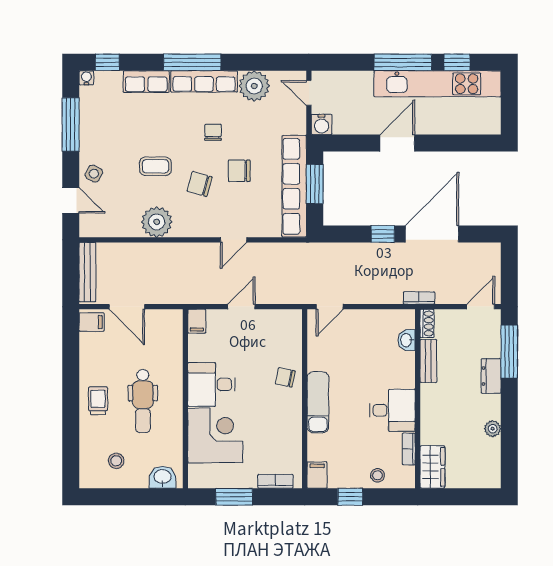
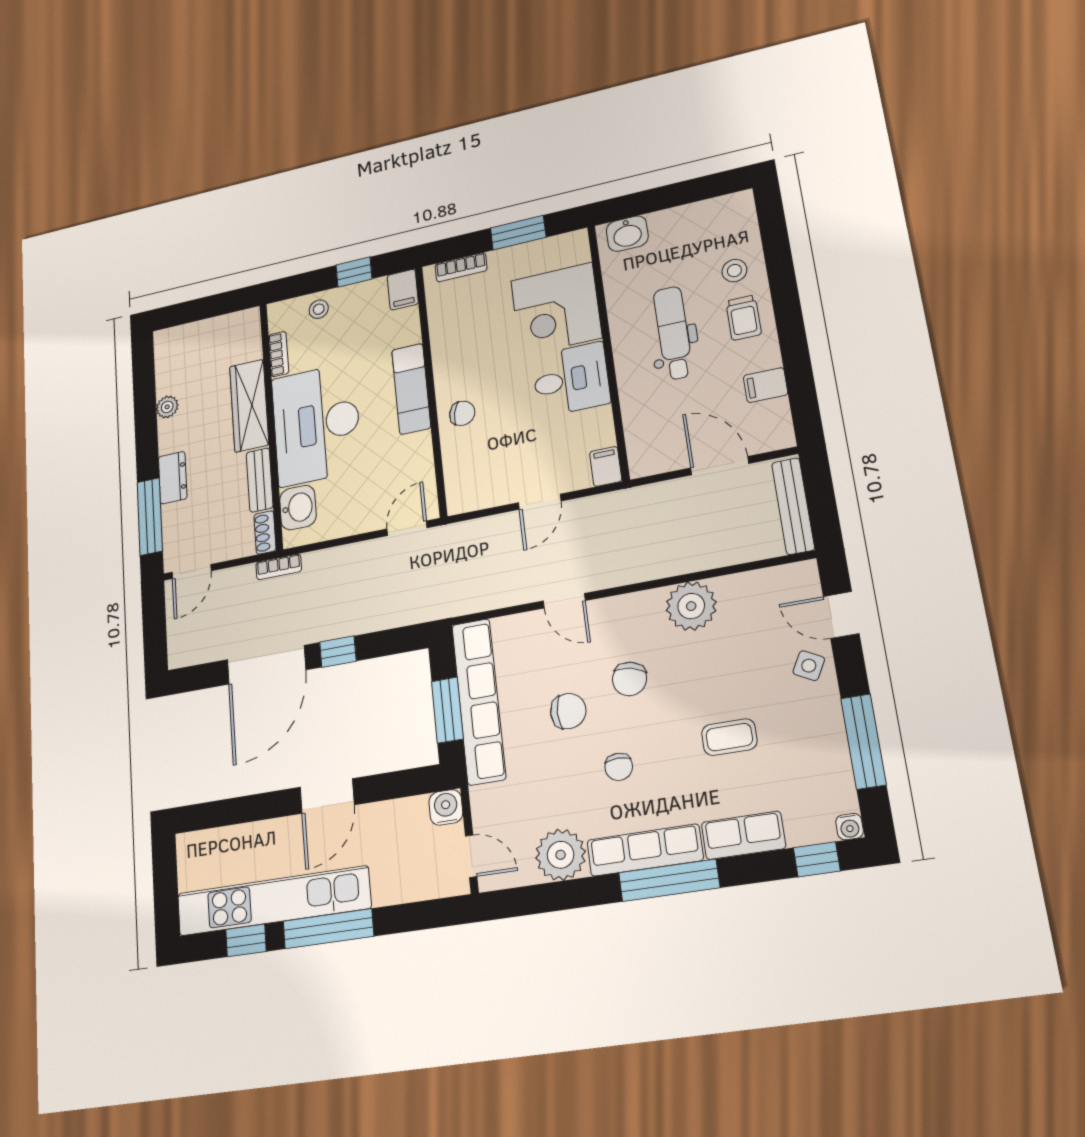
coffee table: (155, 166) -> (729, 737), moved
chair: (200, 184) -> (630, 679), turned 87
door: (233, 240) -> (564, 601), swing flipped
filing cabinet: (92, 322) -> (766, 385), moved
washbasin: (407, 340) -> (298, 508), width x1.38, depth x1.45
desk: (392, 410) -> (316, 424), width x1.87, depth x1.30
stool: (116, 461) -> (734, 271), moved
wardrobe: (432, 467) -> (249, 406), moved, width x1.50

